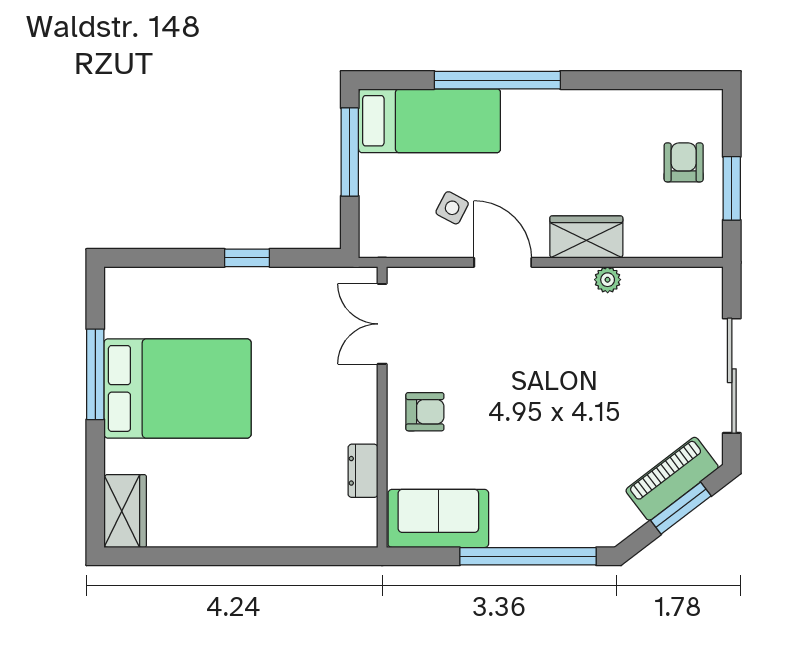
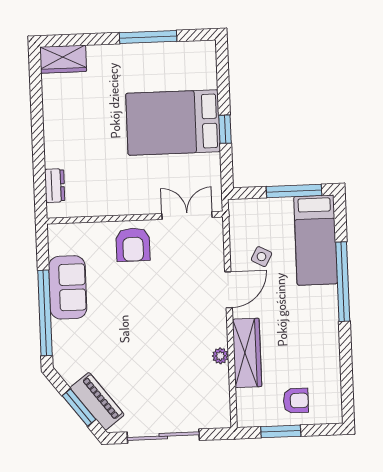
wardrobe: (586, 237) -> (247, 353), width x1.50
bed: (178, 388) -> (173, 122), moved, turned 90
armchair: (425, 412) -> (133, 245), width x1.38, depth x1.38
dresser: (363, 471) -> (55, 186), moved, turned 90
sofa: (438, 518) -> (68, 287), moved

